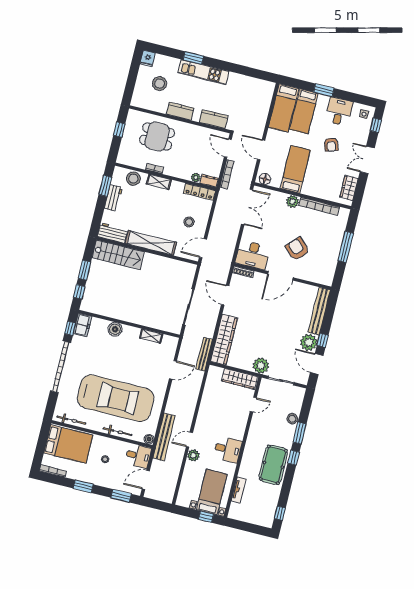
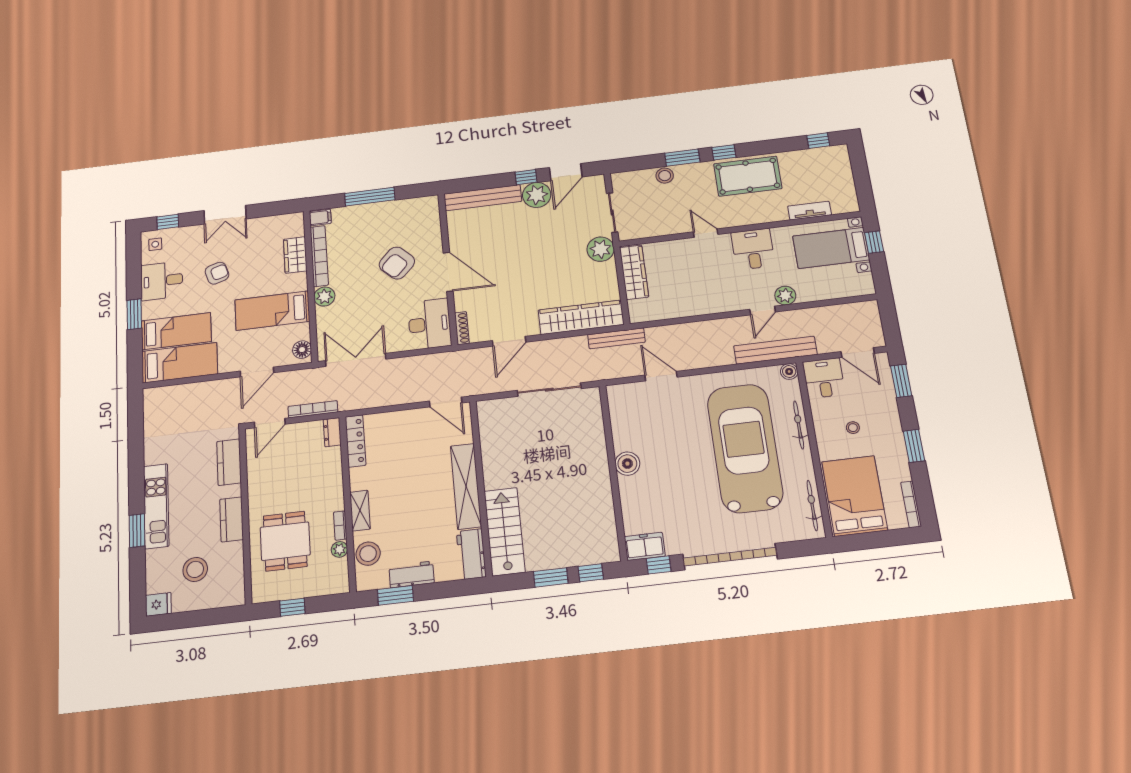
plant: (196, 178) -> (339, 549), moved
wardrobe: (349, 188) -> (295, 255), moved, turned 90
filing cabinet: (344, 214) -> (320, 217), added
stool: (189, 222) -> (410, 439), removed
boiler: (115, 329) -> (627, 464), moved
shelving: (151, 336) -> (619, 430), removed
door: (253, 405) -> (706, 233), moved
door: (189, 440) -> (763, 311), hinge flipped

